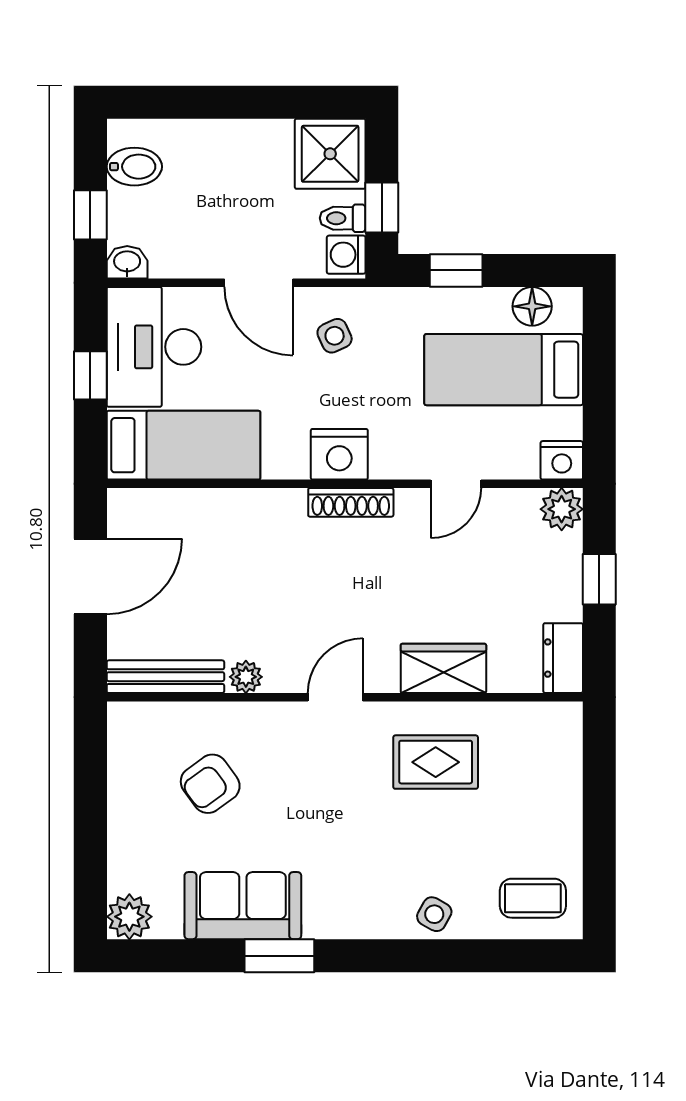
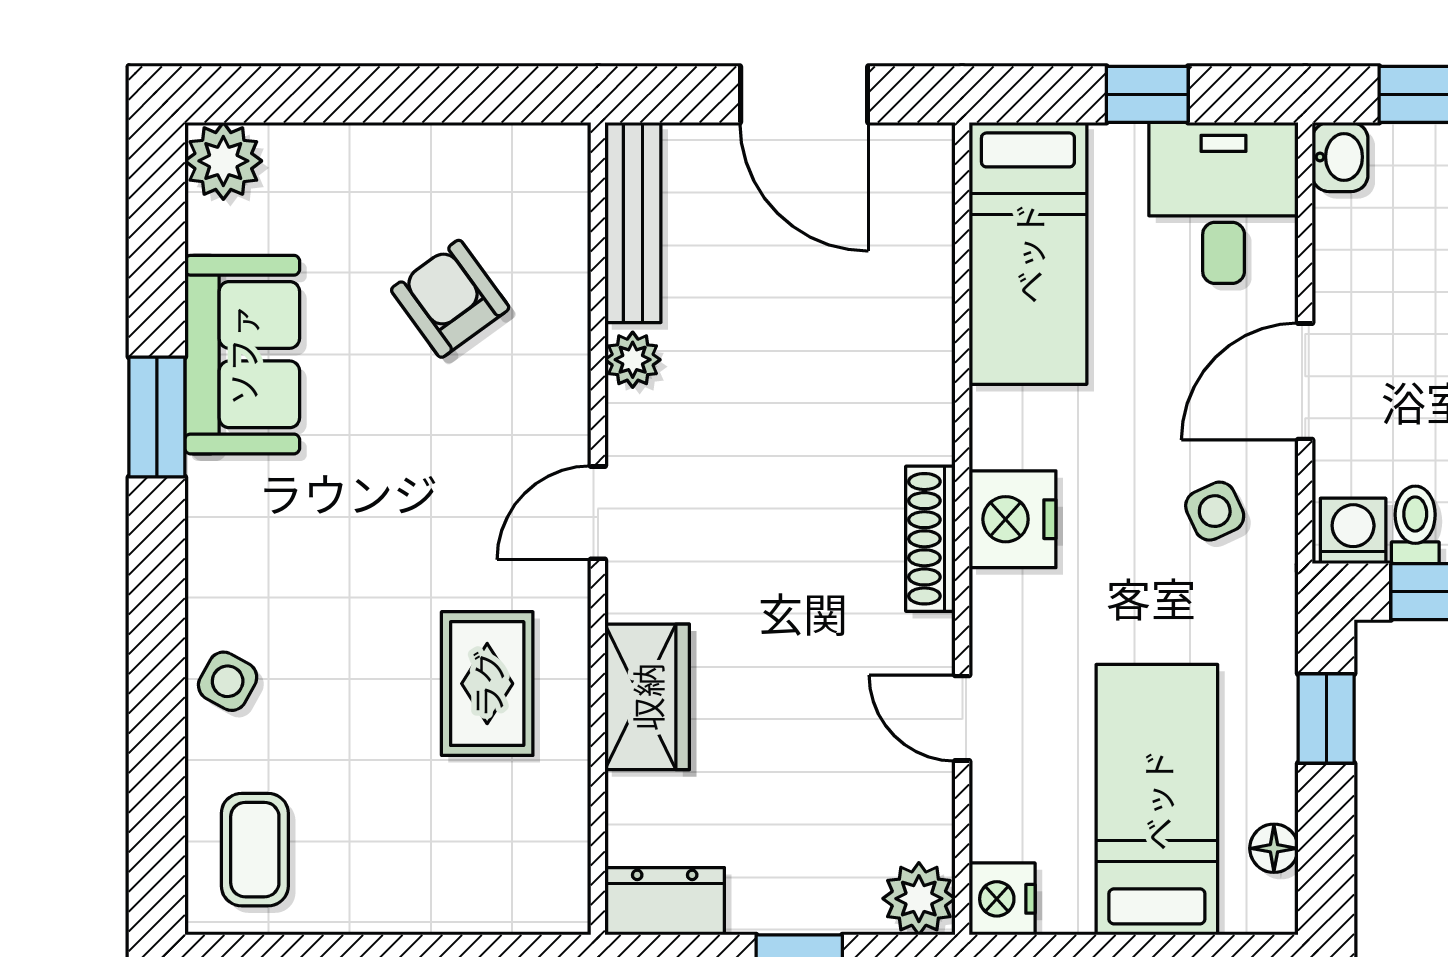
floor lamp: (532, 306) -> (1274, 848), width x0.73, depth x0.73
desk: (154, 347) -> (1224, 203), width x0.73
door: (335, 697) -> (598, 513), swing flipped

